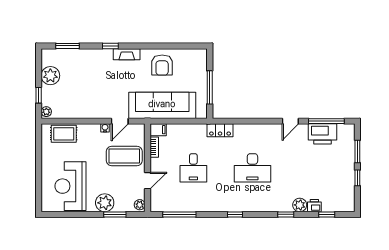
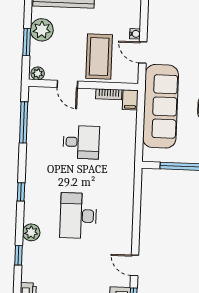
locker: (220, 130) -> (127, 177), removed
desk: (193, 168) -> (81, 142), turned 180
plant: (300, 205) -> (31, 232), moved

